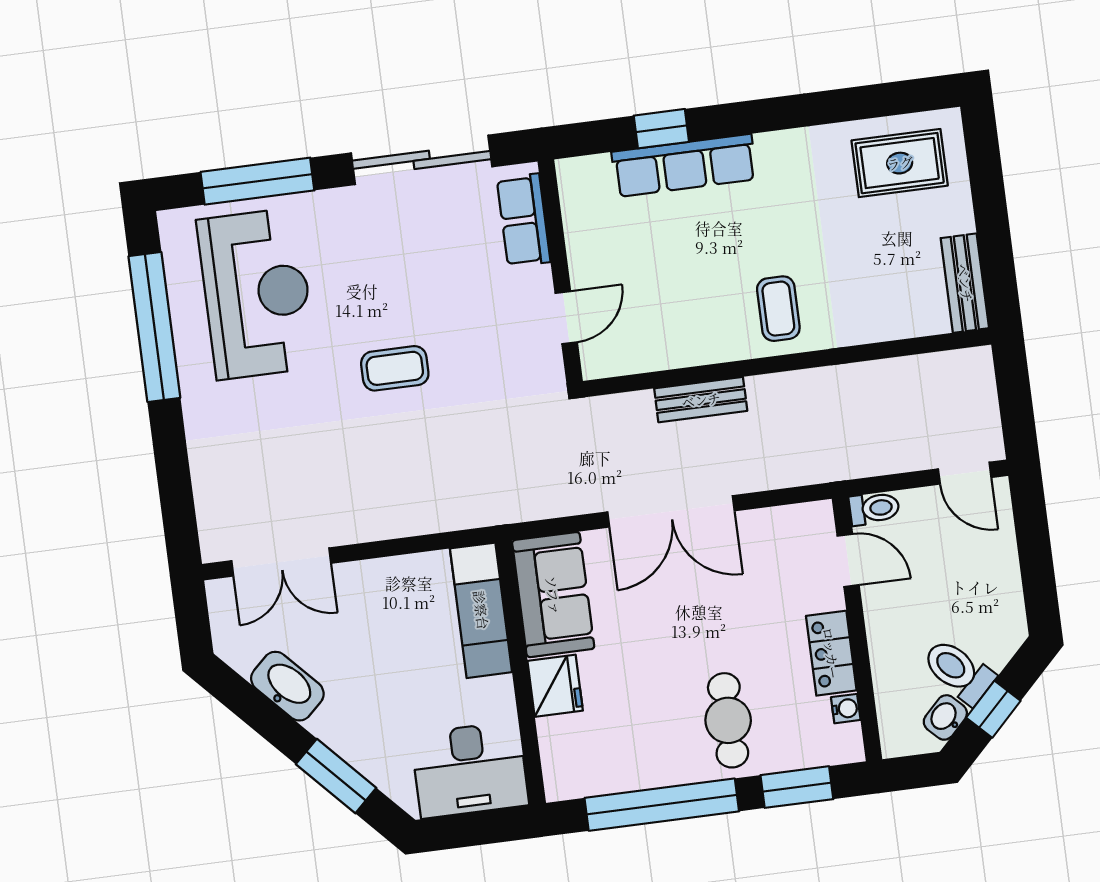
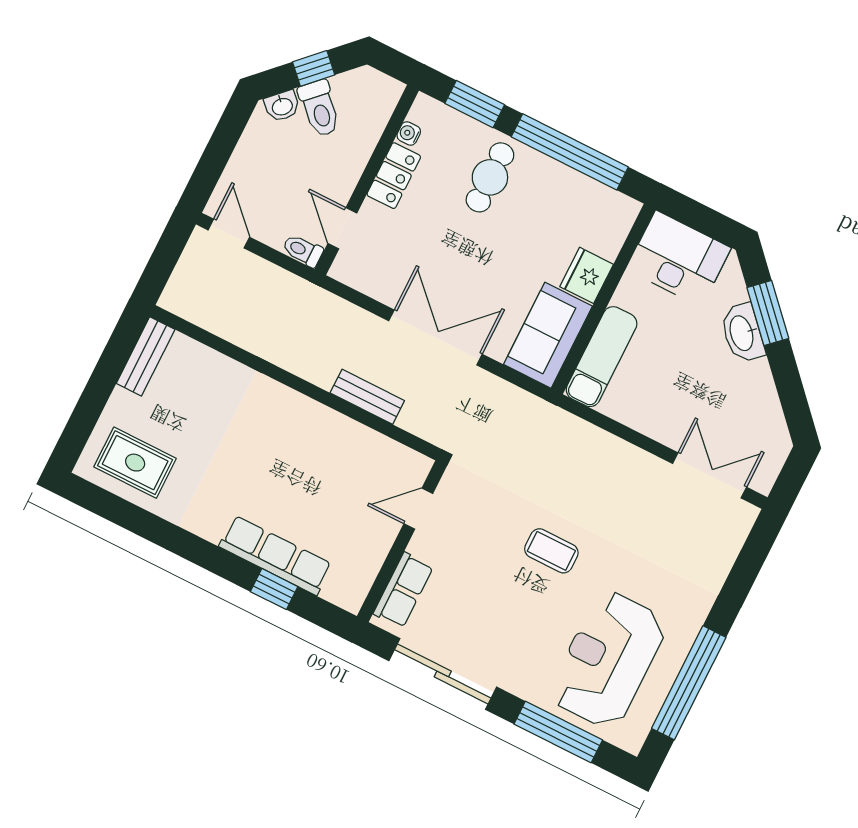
coffee table: (778, 309) -> (277, 422), removed
washbasin: (287, 686) -> (742, 333), moved
washbasin: (945, 717) -> (282, 106), moved

